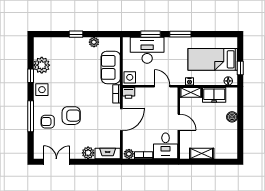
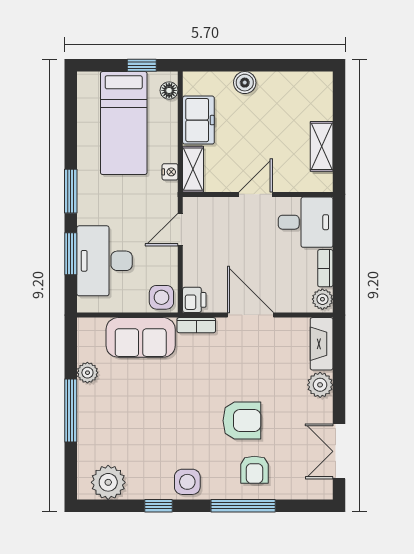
window: (76, 34) -> (71, 411), width x2.17
plant: (42, 65) -> (108, 482), moved
armchair: (71, 116) -> (242, 421), turned 90

